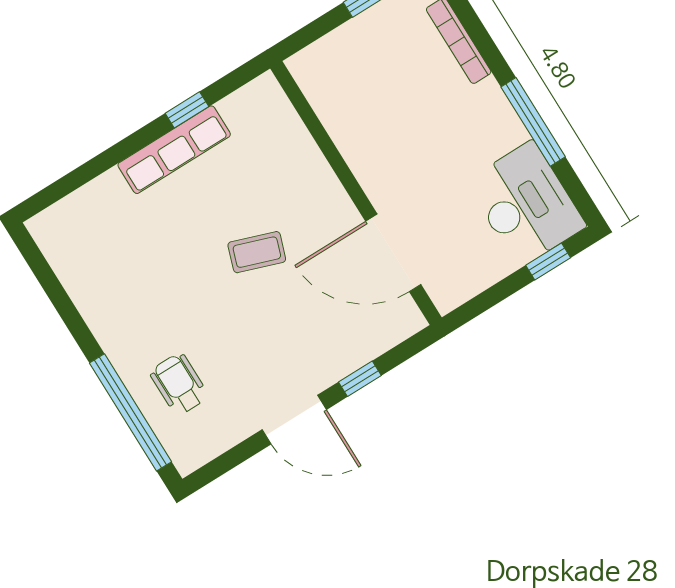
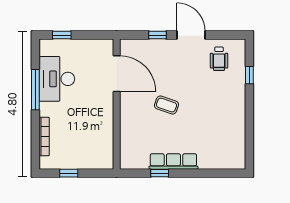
desk: (526, 204) -> (57, 79), moved
wheelchair: (179, 384) -> (219, 59), moved
window: (131, 412) -> (249, 75), width x0.32

